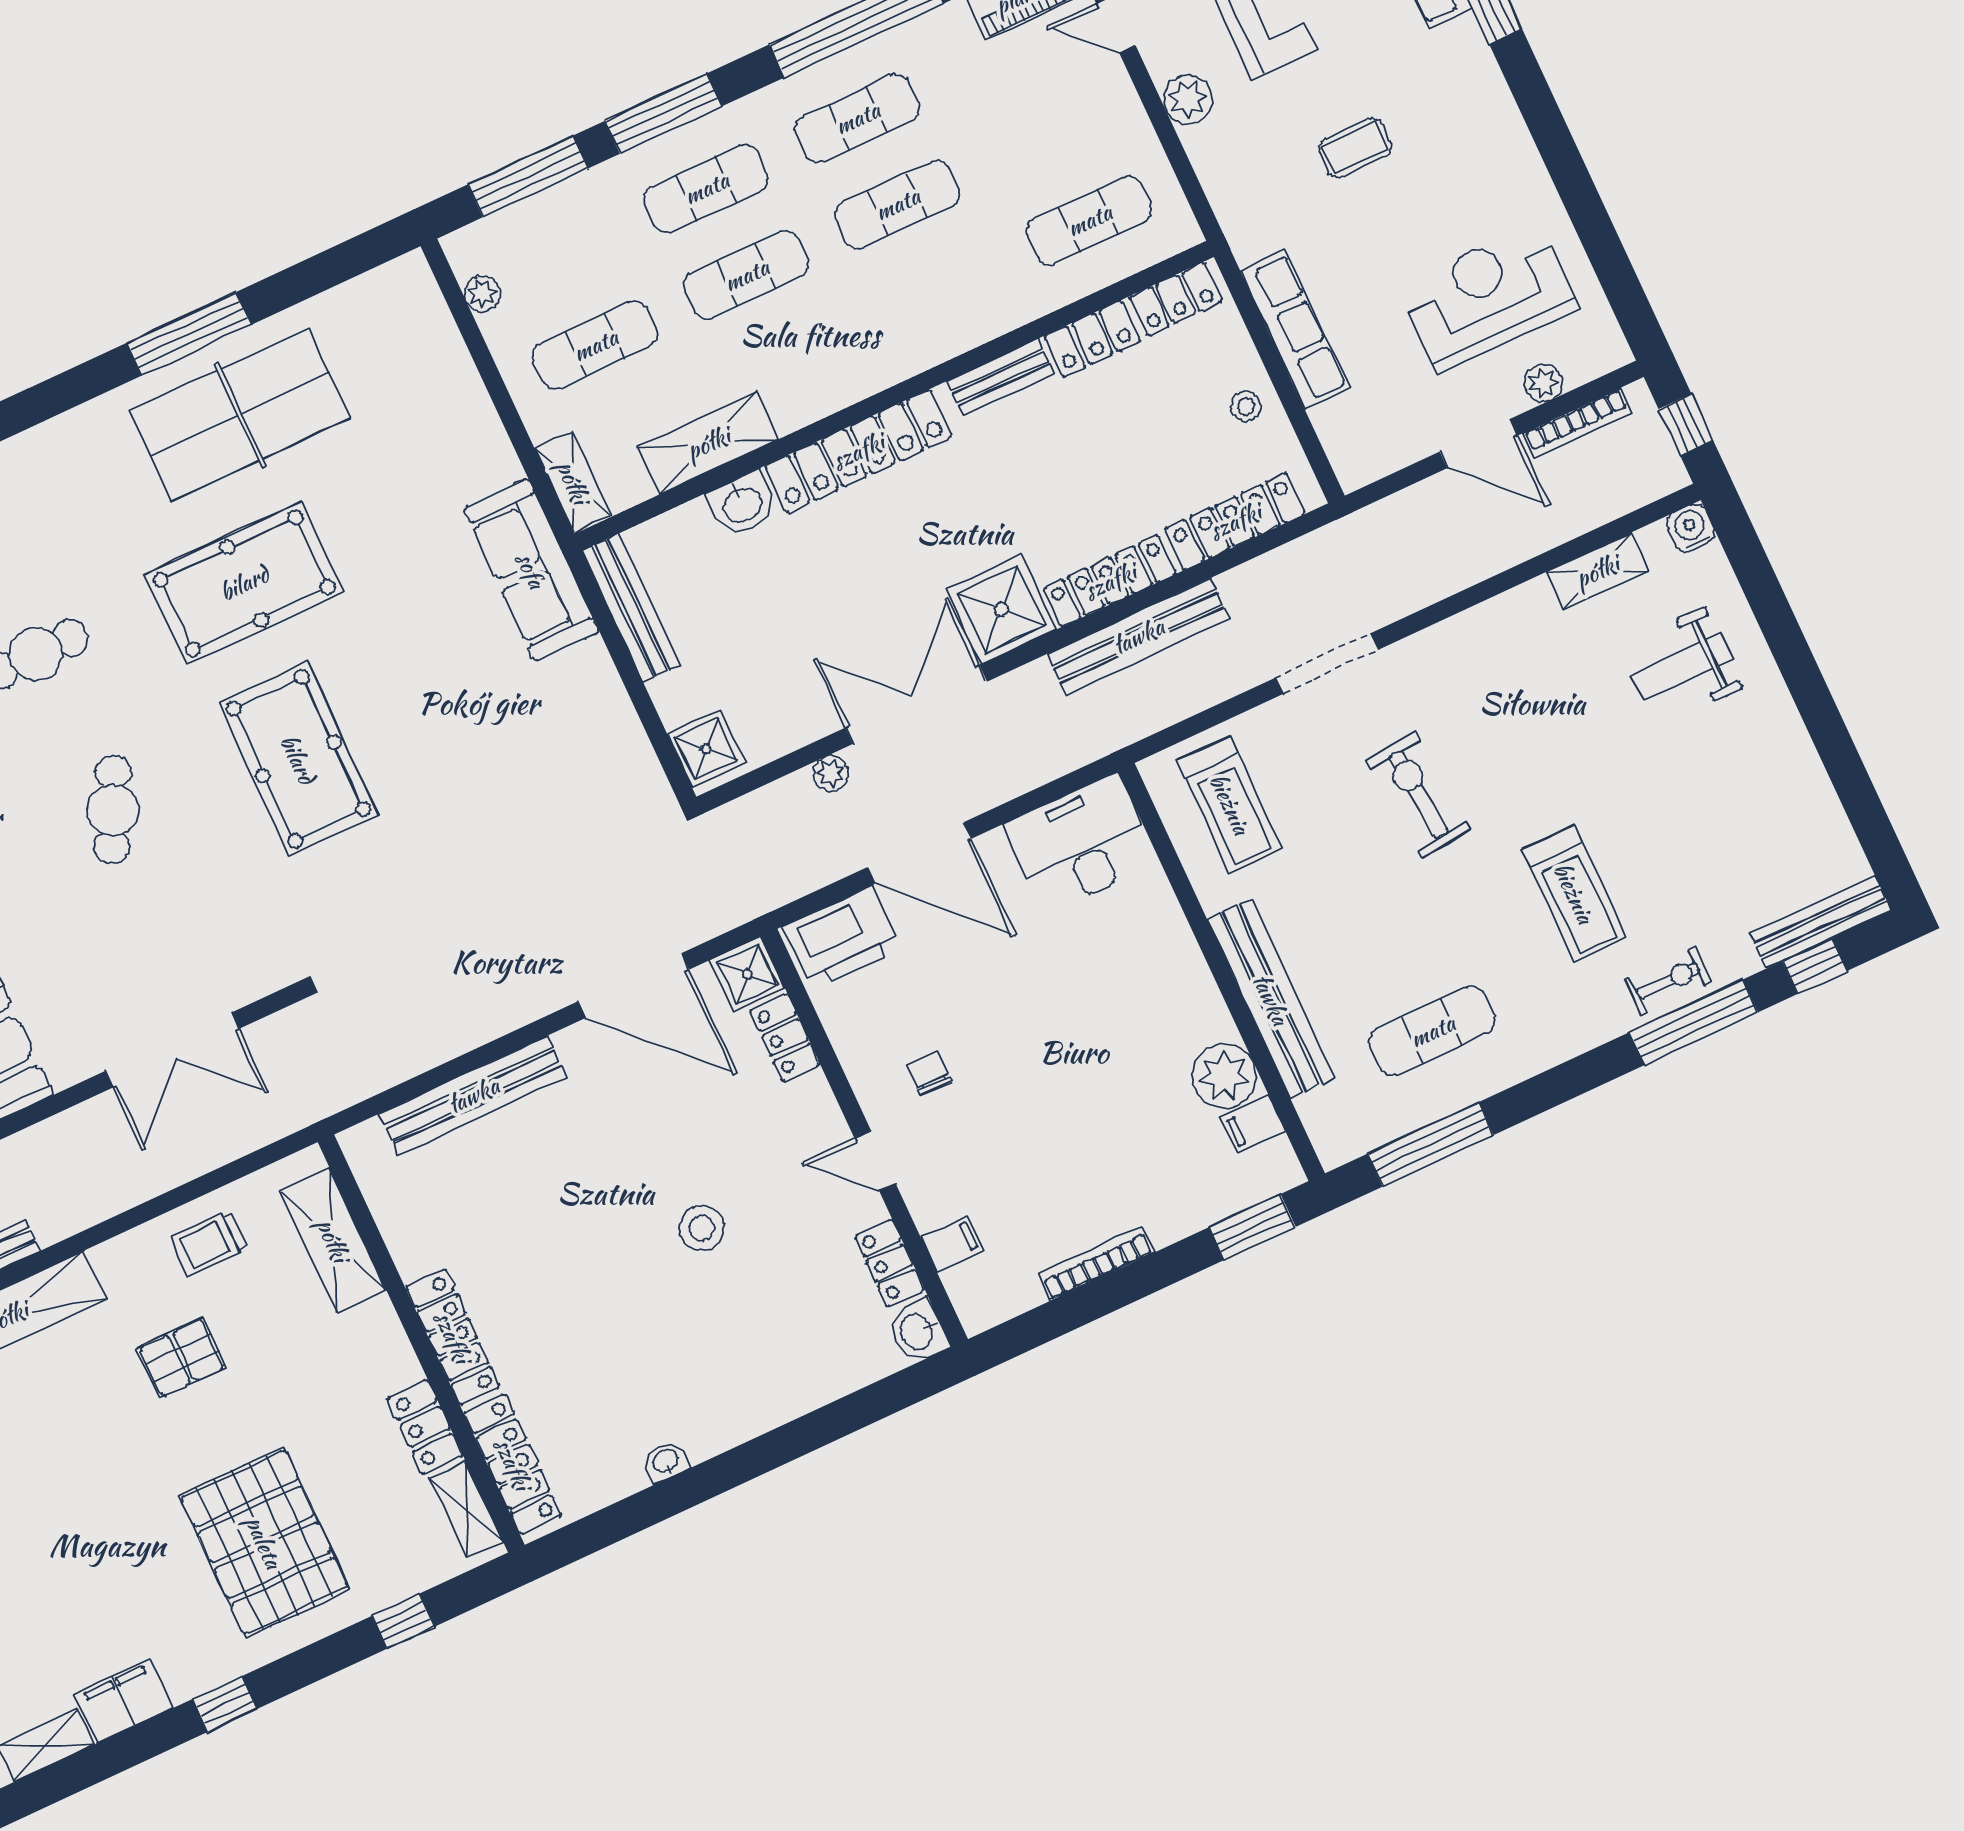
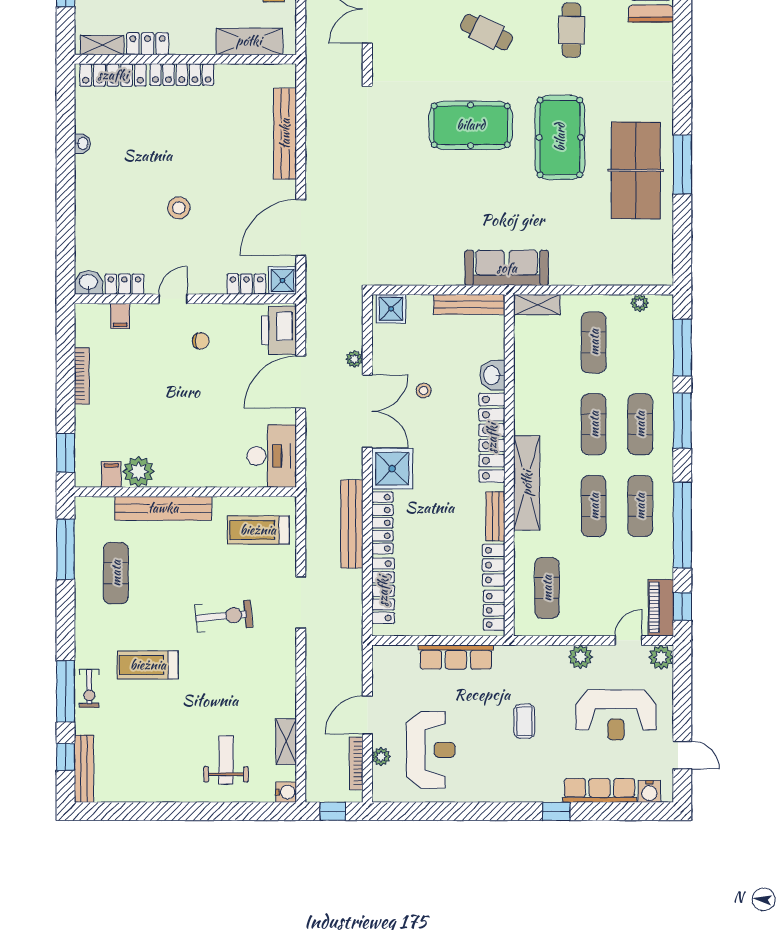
stool: (1246, 407) -> (424, 391), moved
shelving: (708, 443) -> (527, 483), moved, width x1.47

